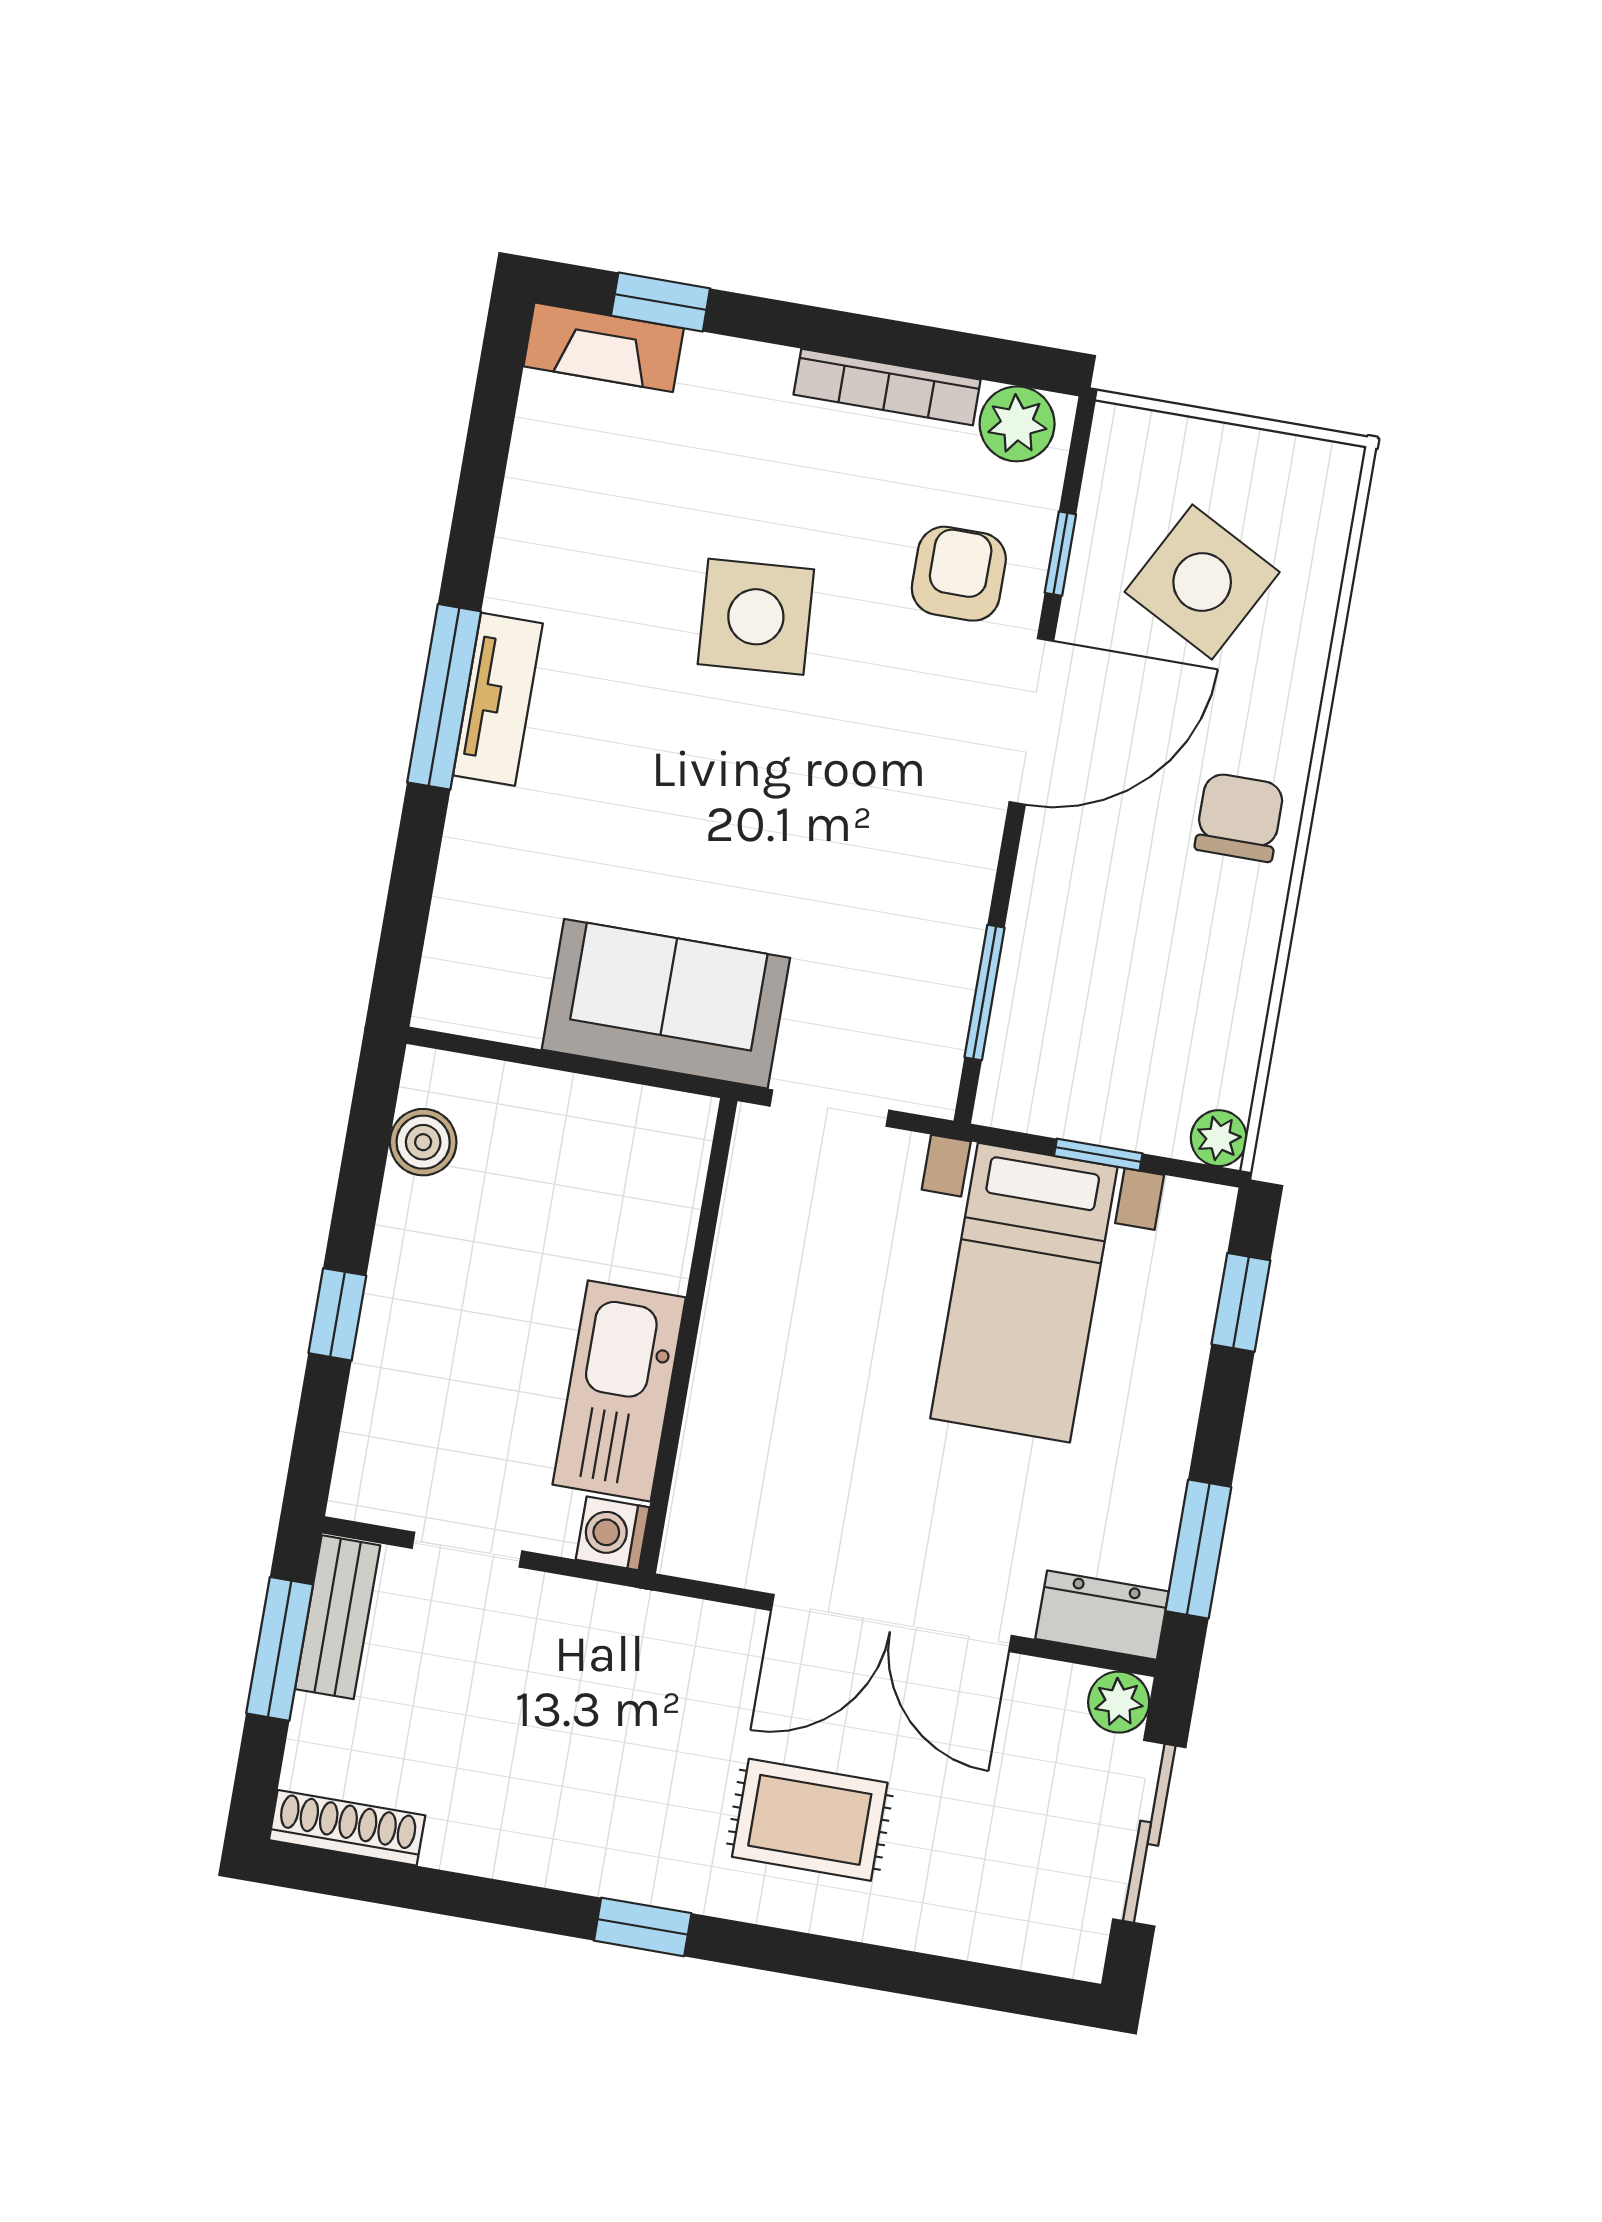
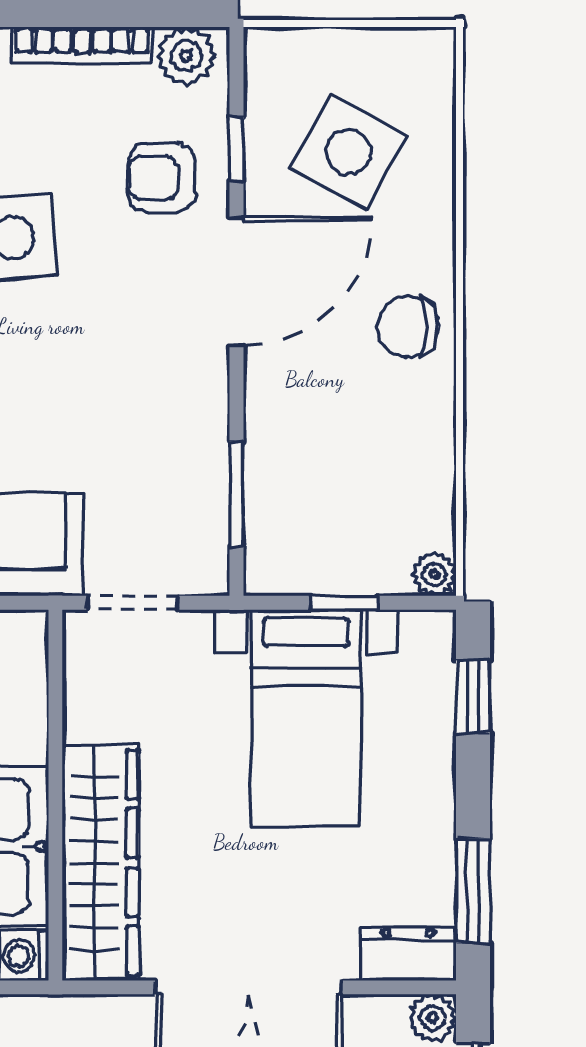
armchair: (959, 574) -> (162, 178), turned -90
chair: (1239, 817) -> (408, 327), turned -90
wardrobe: (730, 1432) -> (100, 863), added

